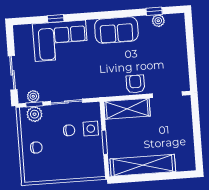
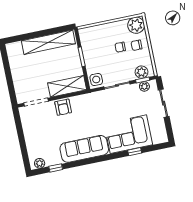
plant: (158, 21) -> (40, 163), moved
sofa: (116, 30) -> (84, 149), width x1.36
side table: (91, 129) -> (96, 79), moved
chair: (69, 130) -> (120, 47), moved
plant: (34, 172) -> (136, 25), added

